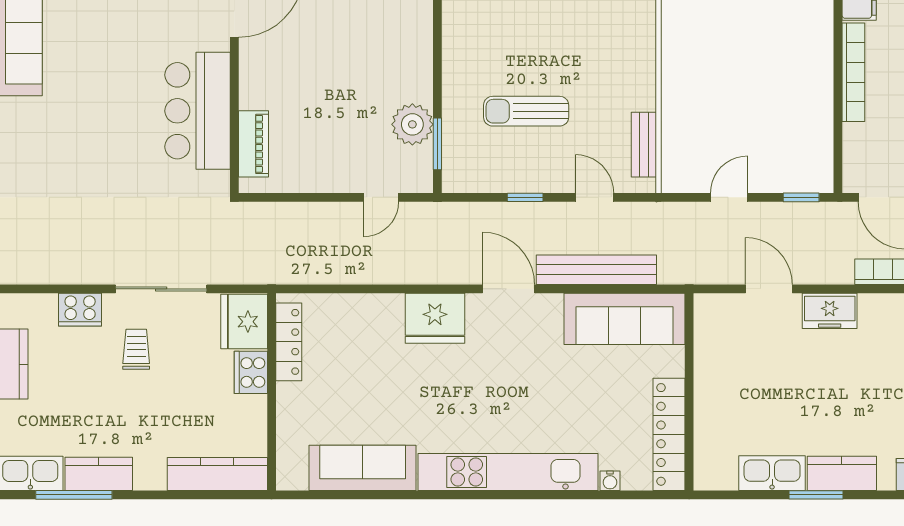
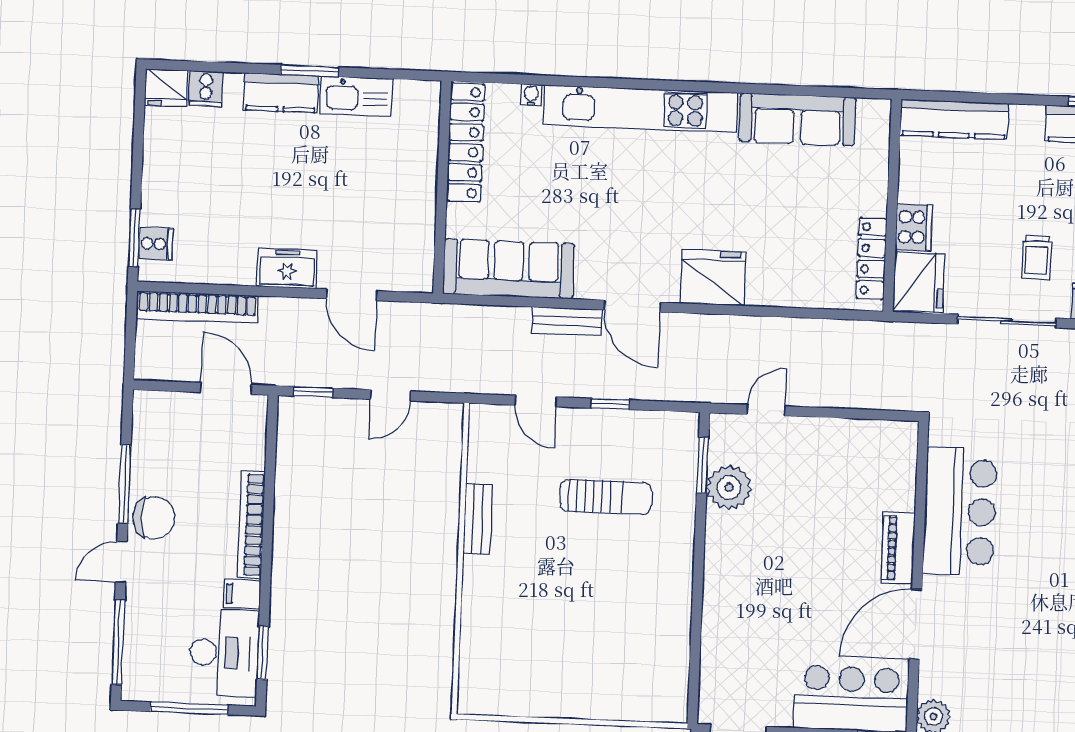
piano: (253, 144) -> (898, 548), moved
bench: (644, 145) -> (478, 519), moved
bench: (596, 270) -> (567, 321), width x0.54, depth x0.82

